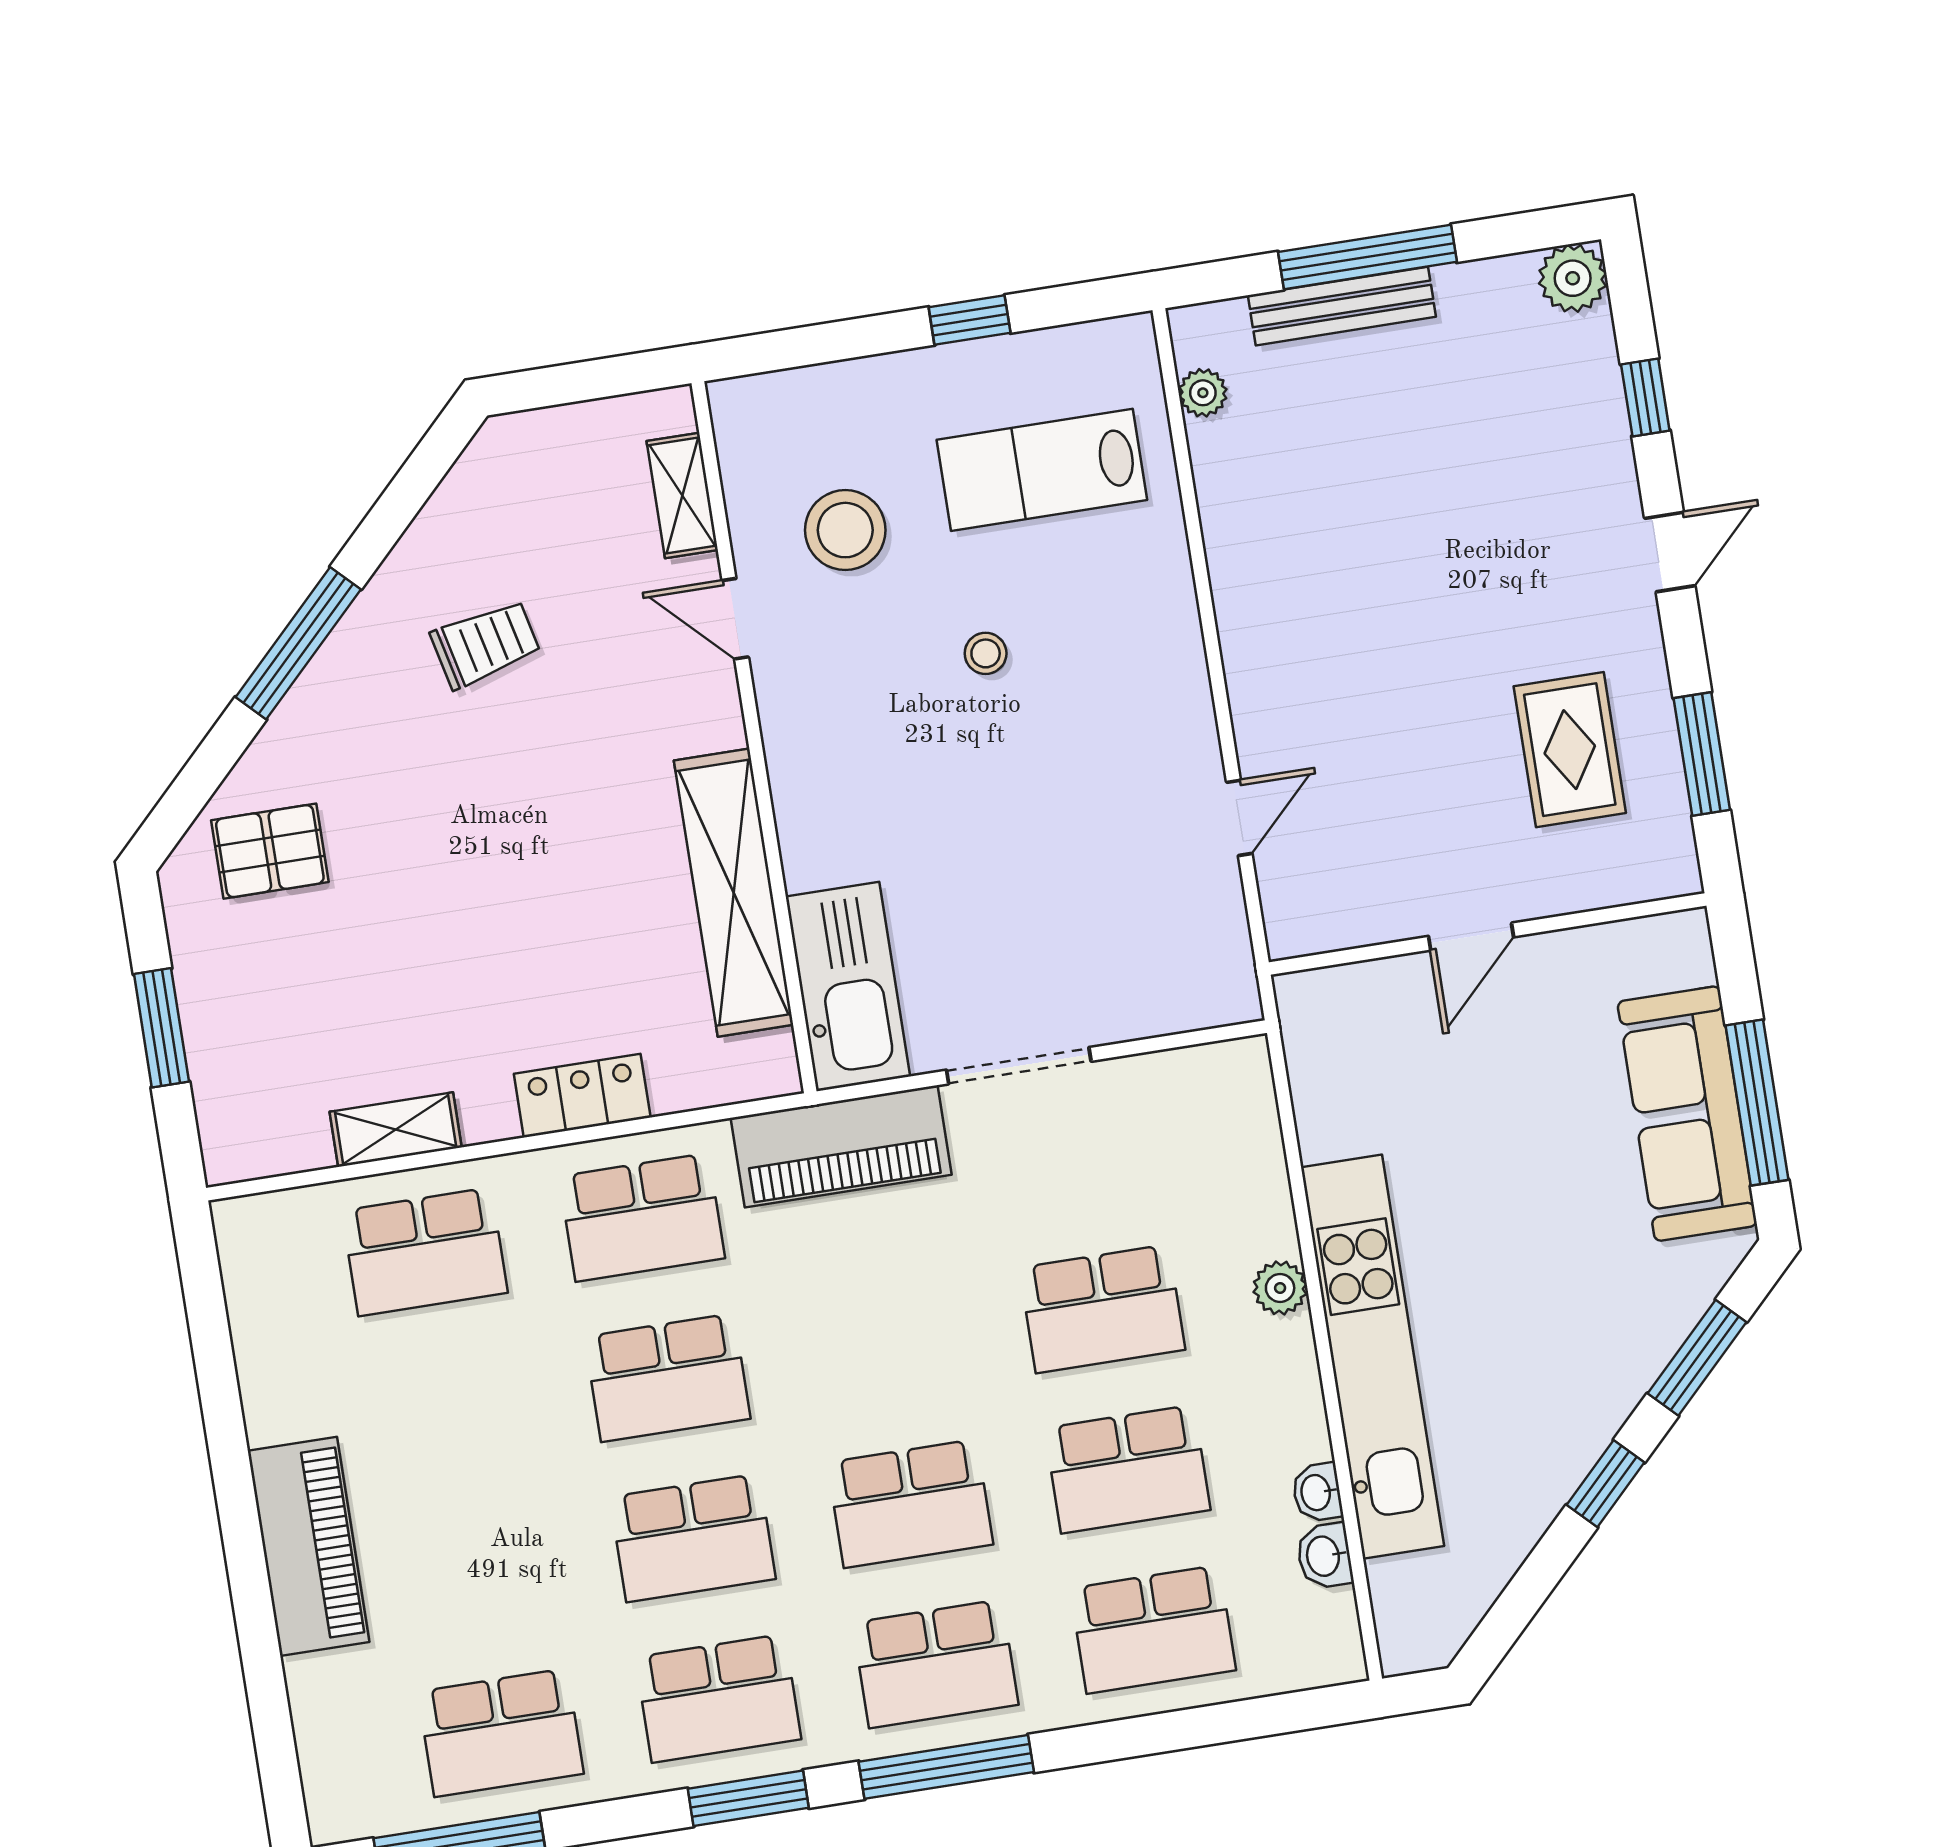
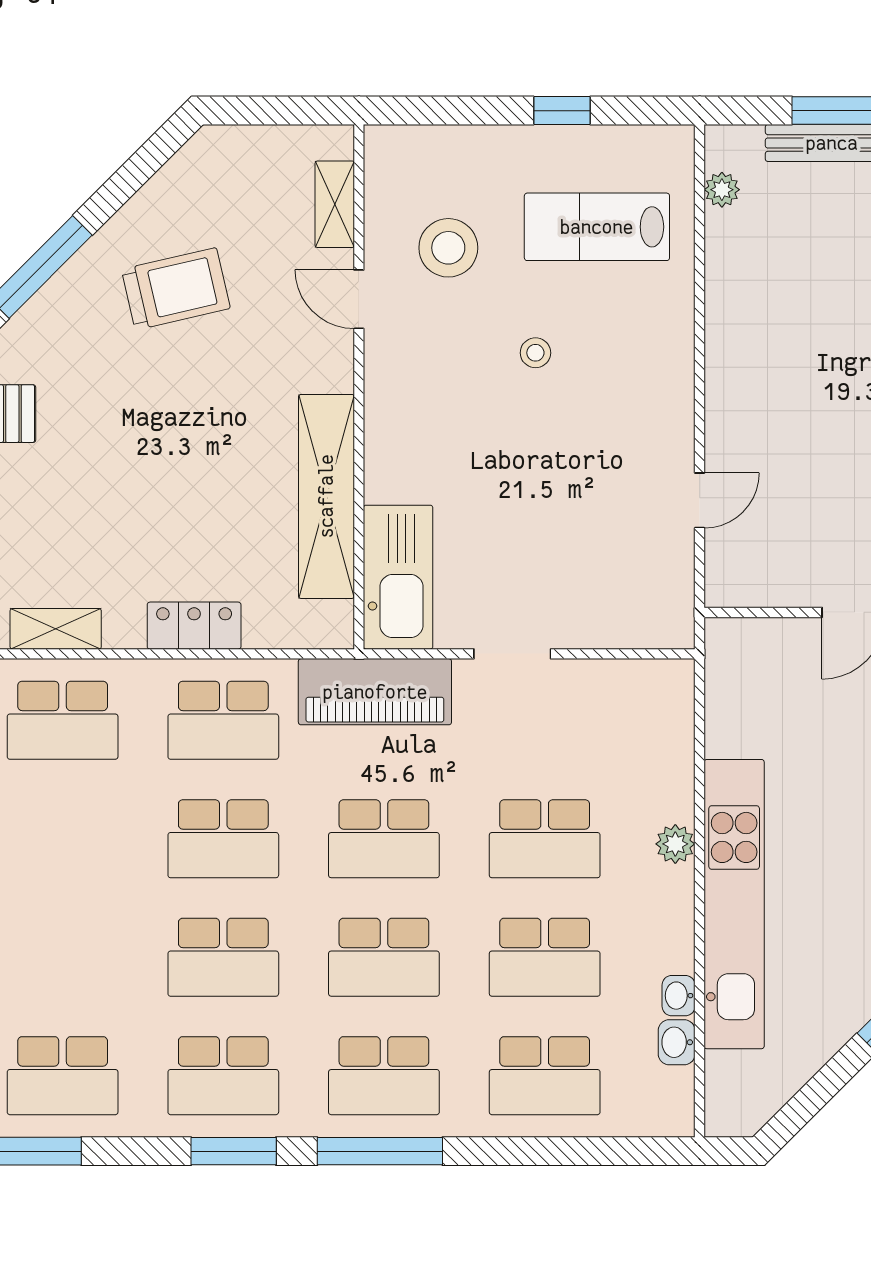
trolley: (485, 644) -> (176, 289), width x1.36, depth x1.39
doorway: (1019, 1066) -> (512, 654), width x0.73
school desk: (885, 1343) -> (384, 839), added

